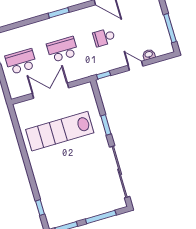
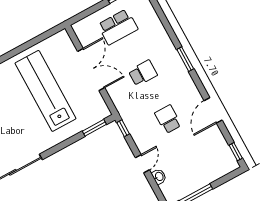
school desk: (62, 49) -> (143, 73), width x0.54
school desk: (21, 62) -> (118, 27), turned 90
window: (106, 125) -> (94, 128), moved

